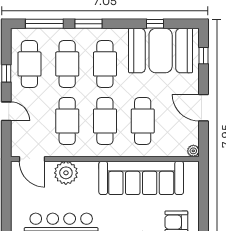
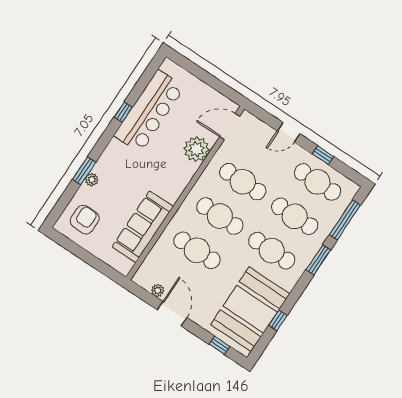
door: (204, 108) -> (172, 314), hinge flipped
plant: (193, 151) -> (158, 290), moved
sofa: (141, 178) -> (143, 227), width x0.74, depth x0.79

